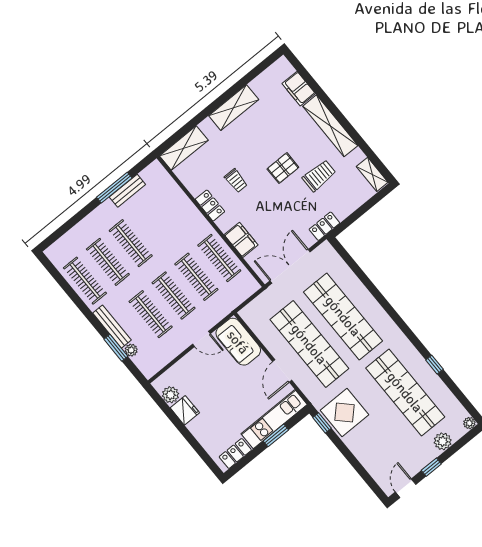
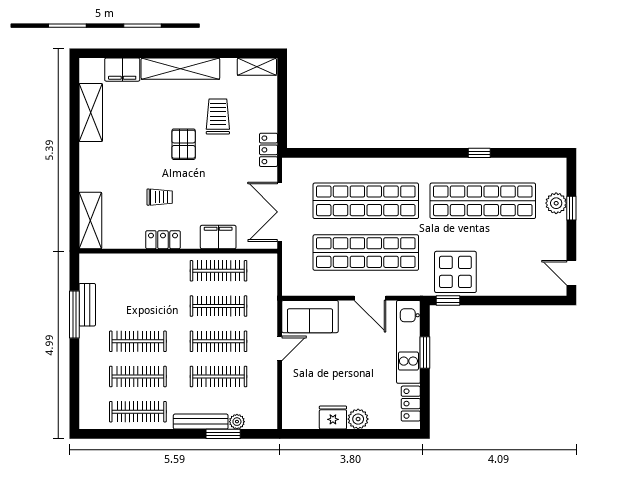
shelving: (234, 108) -> (91, 112), moved
plant: (170, 395) -> (358, 419), moved
plant: (469, 423) -> (559, 165), removed
window: (431, 467) -> (571, 208), moved

